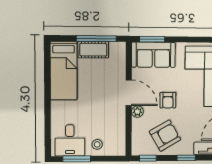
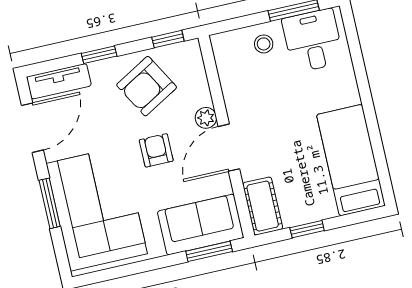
window: (96, 39) -> (307, 229), width x0.46
cot: (93, 50) -> (263, 206), moved, turned 90
door: (129, 93) -> (229, 148), hinge flipped

